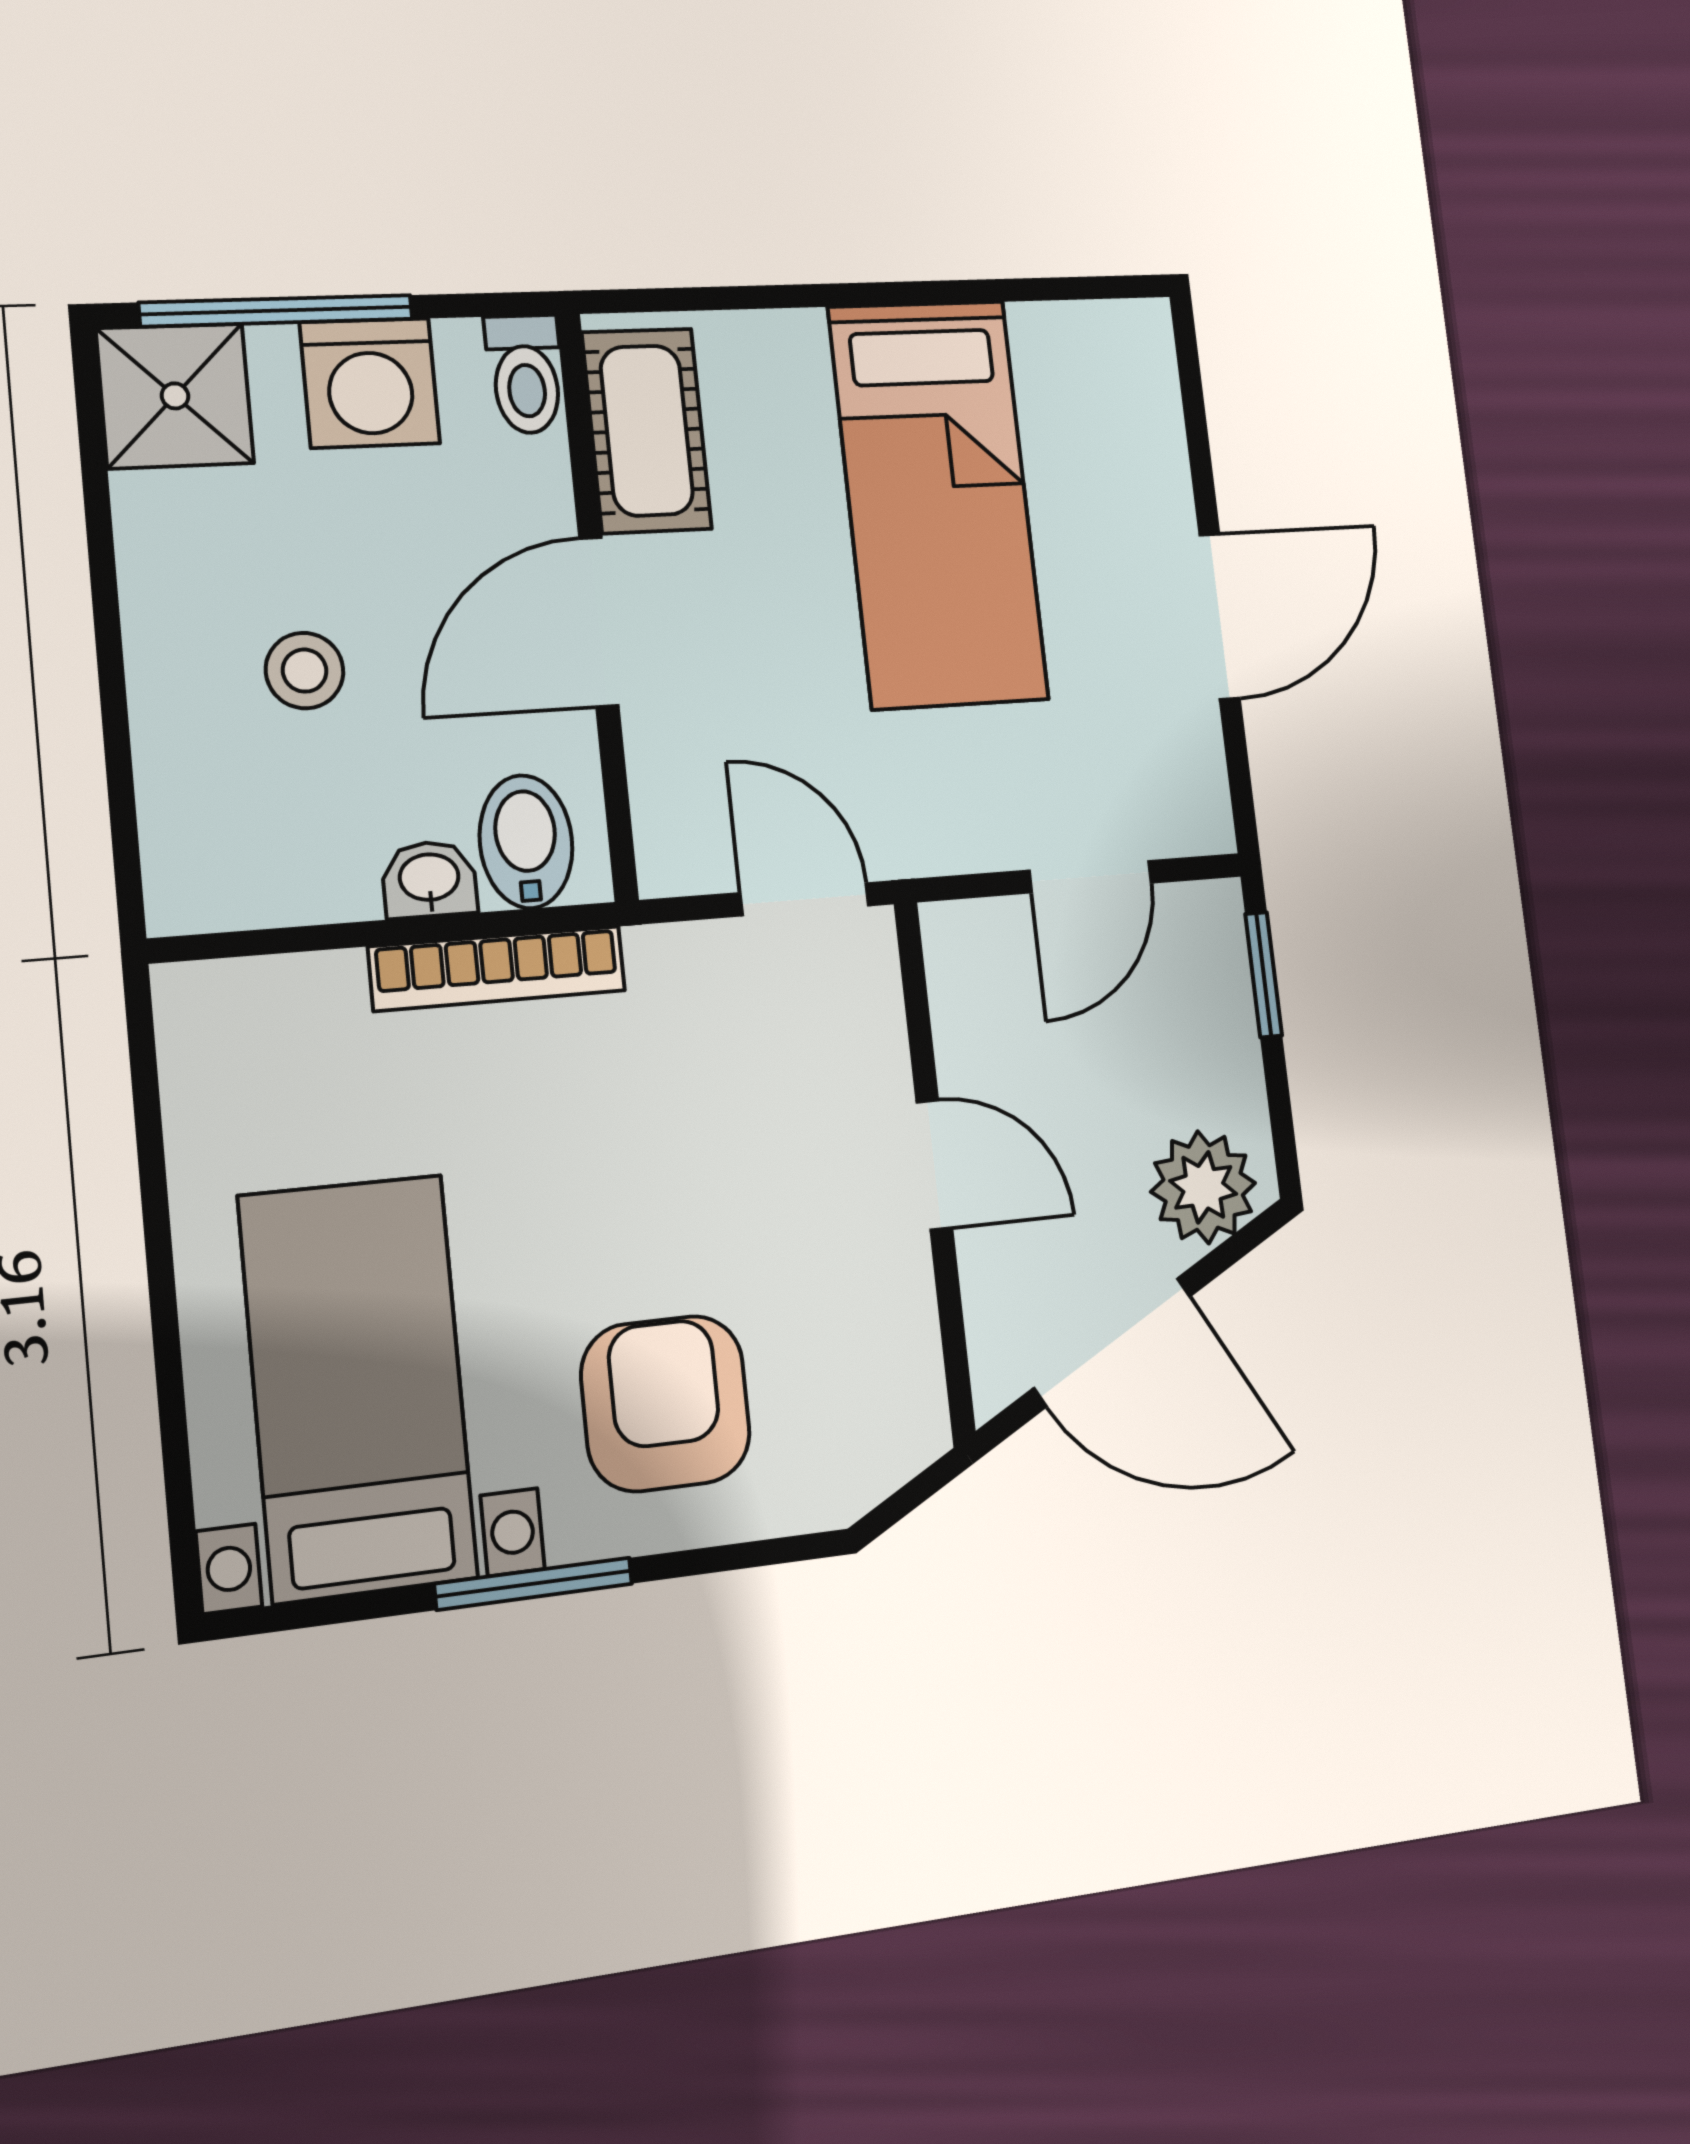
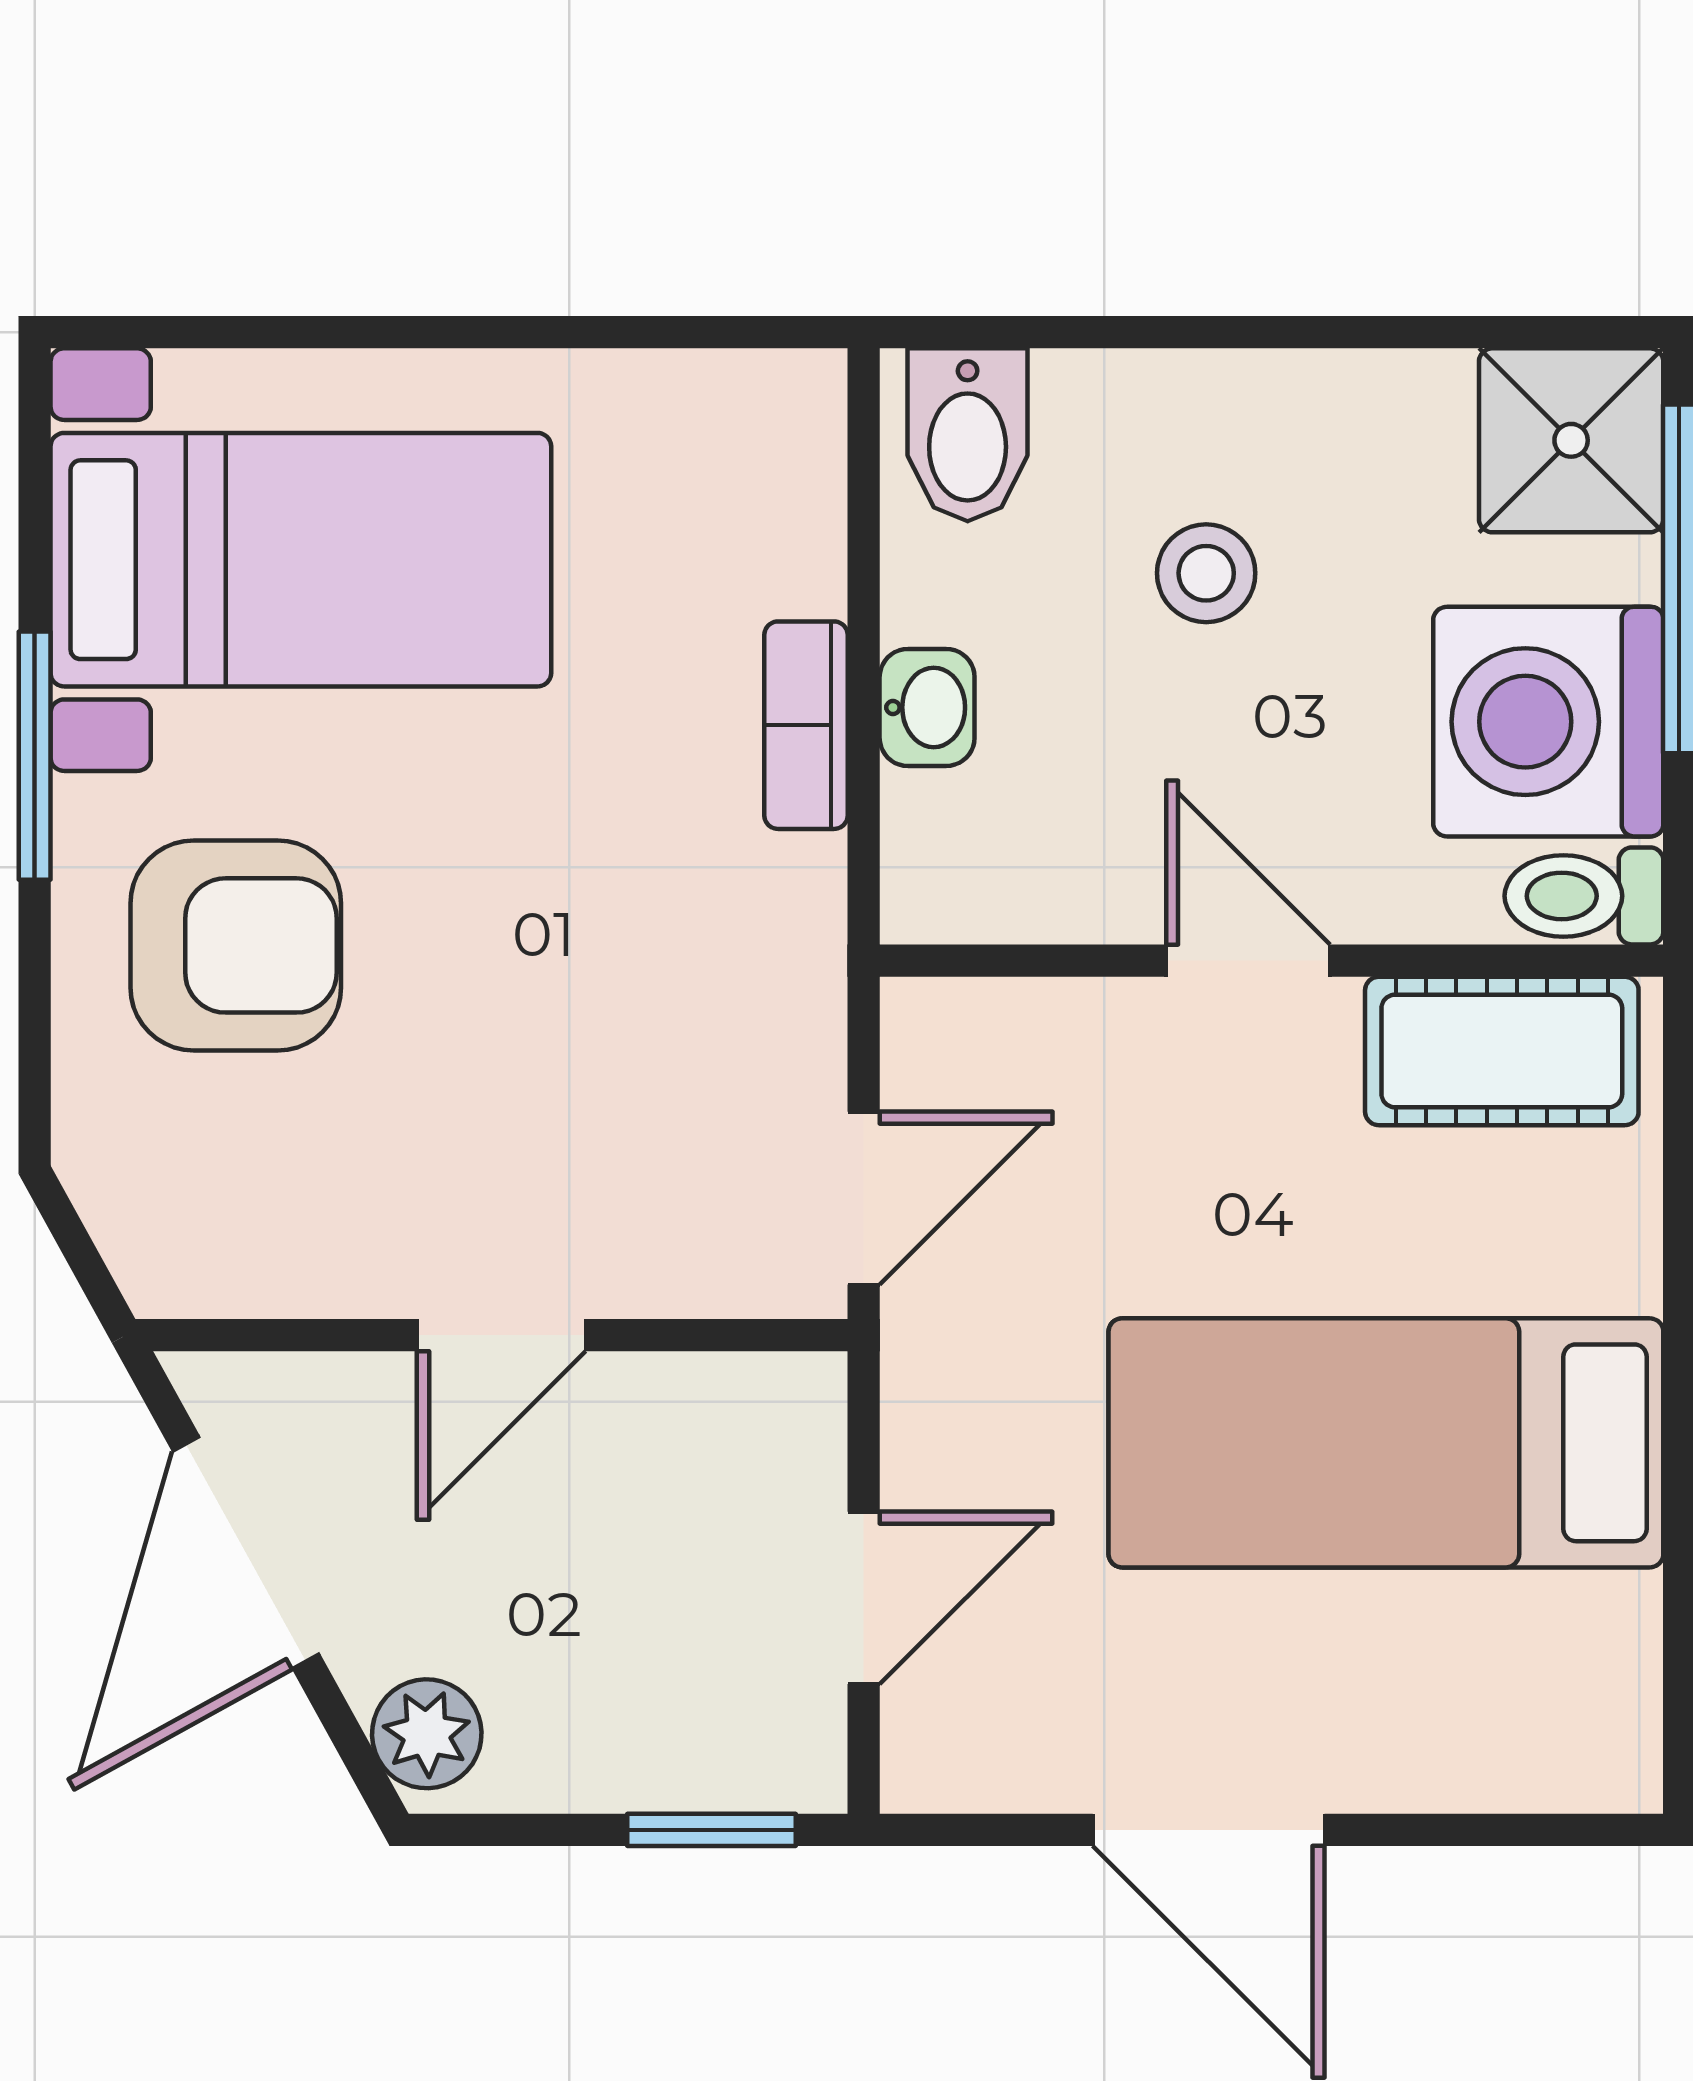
washing machine: (370, 383) -> (1548, 722), width x1.37, depth x1.37
door: (599, 622) -> (1248, 961), width x0.73
bidet: (526, 842) -> (968, 435), moved, turned 90
door: (1090, 877) -> (864, 1598), swing flipped
bookcase: (497, 969) -> (806, 725), width x0.64
plant: (1203, 1187) -> (427, 1734), width x0.73, depth x0.73

